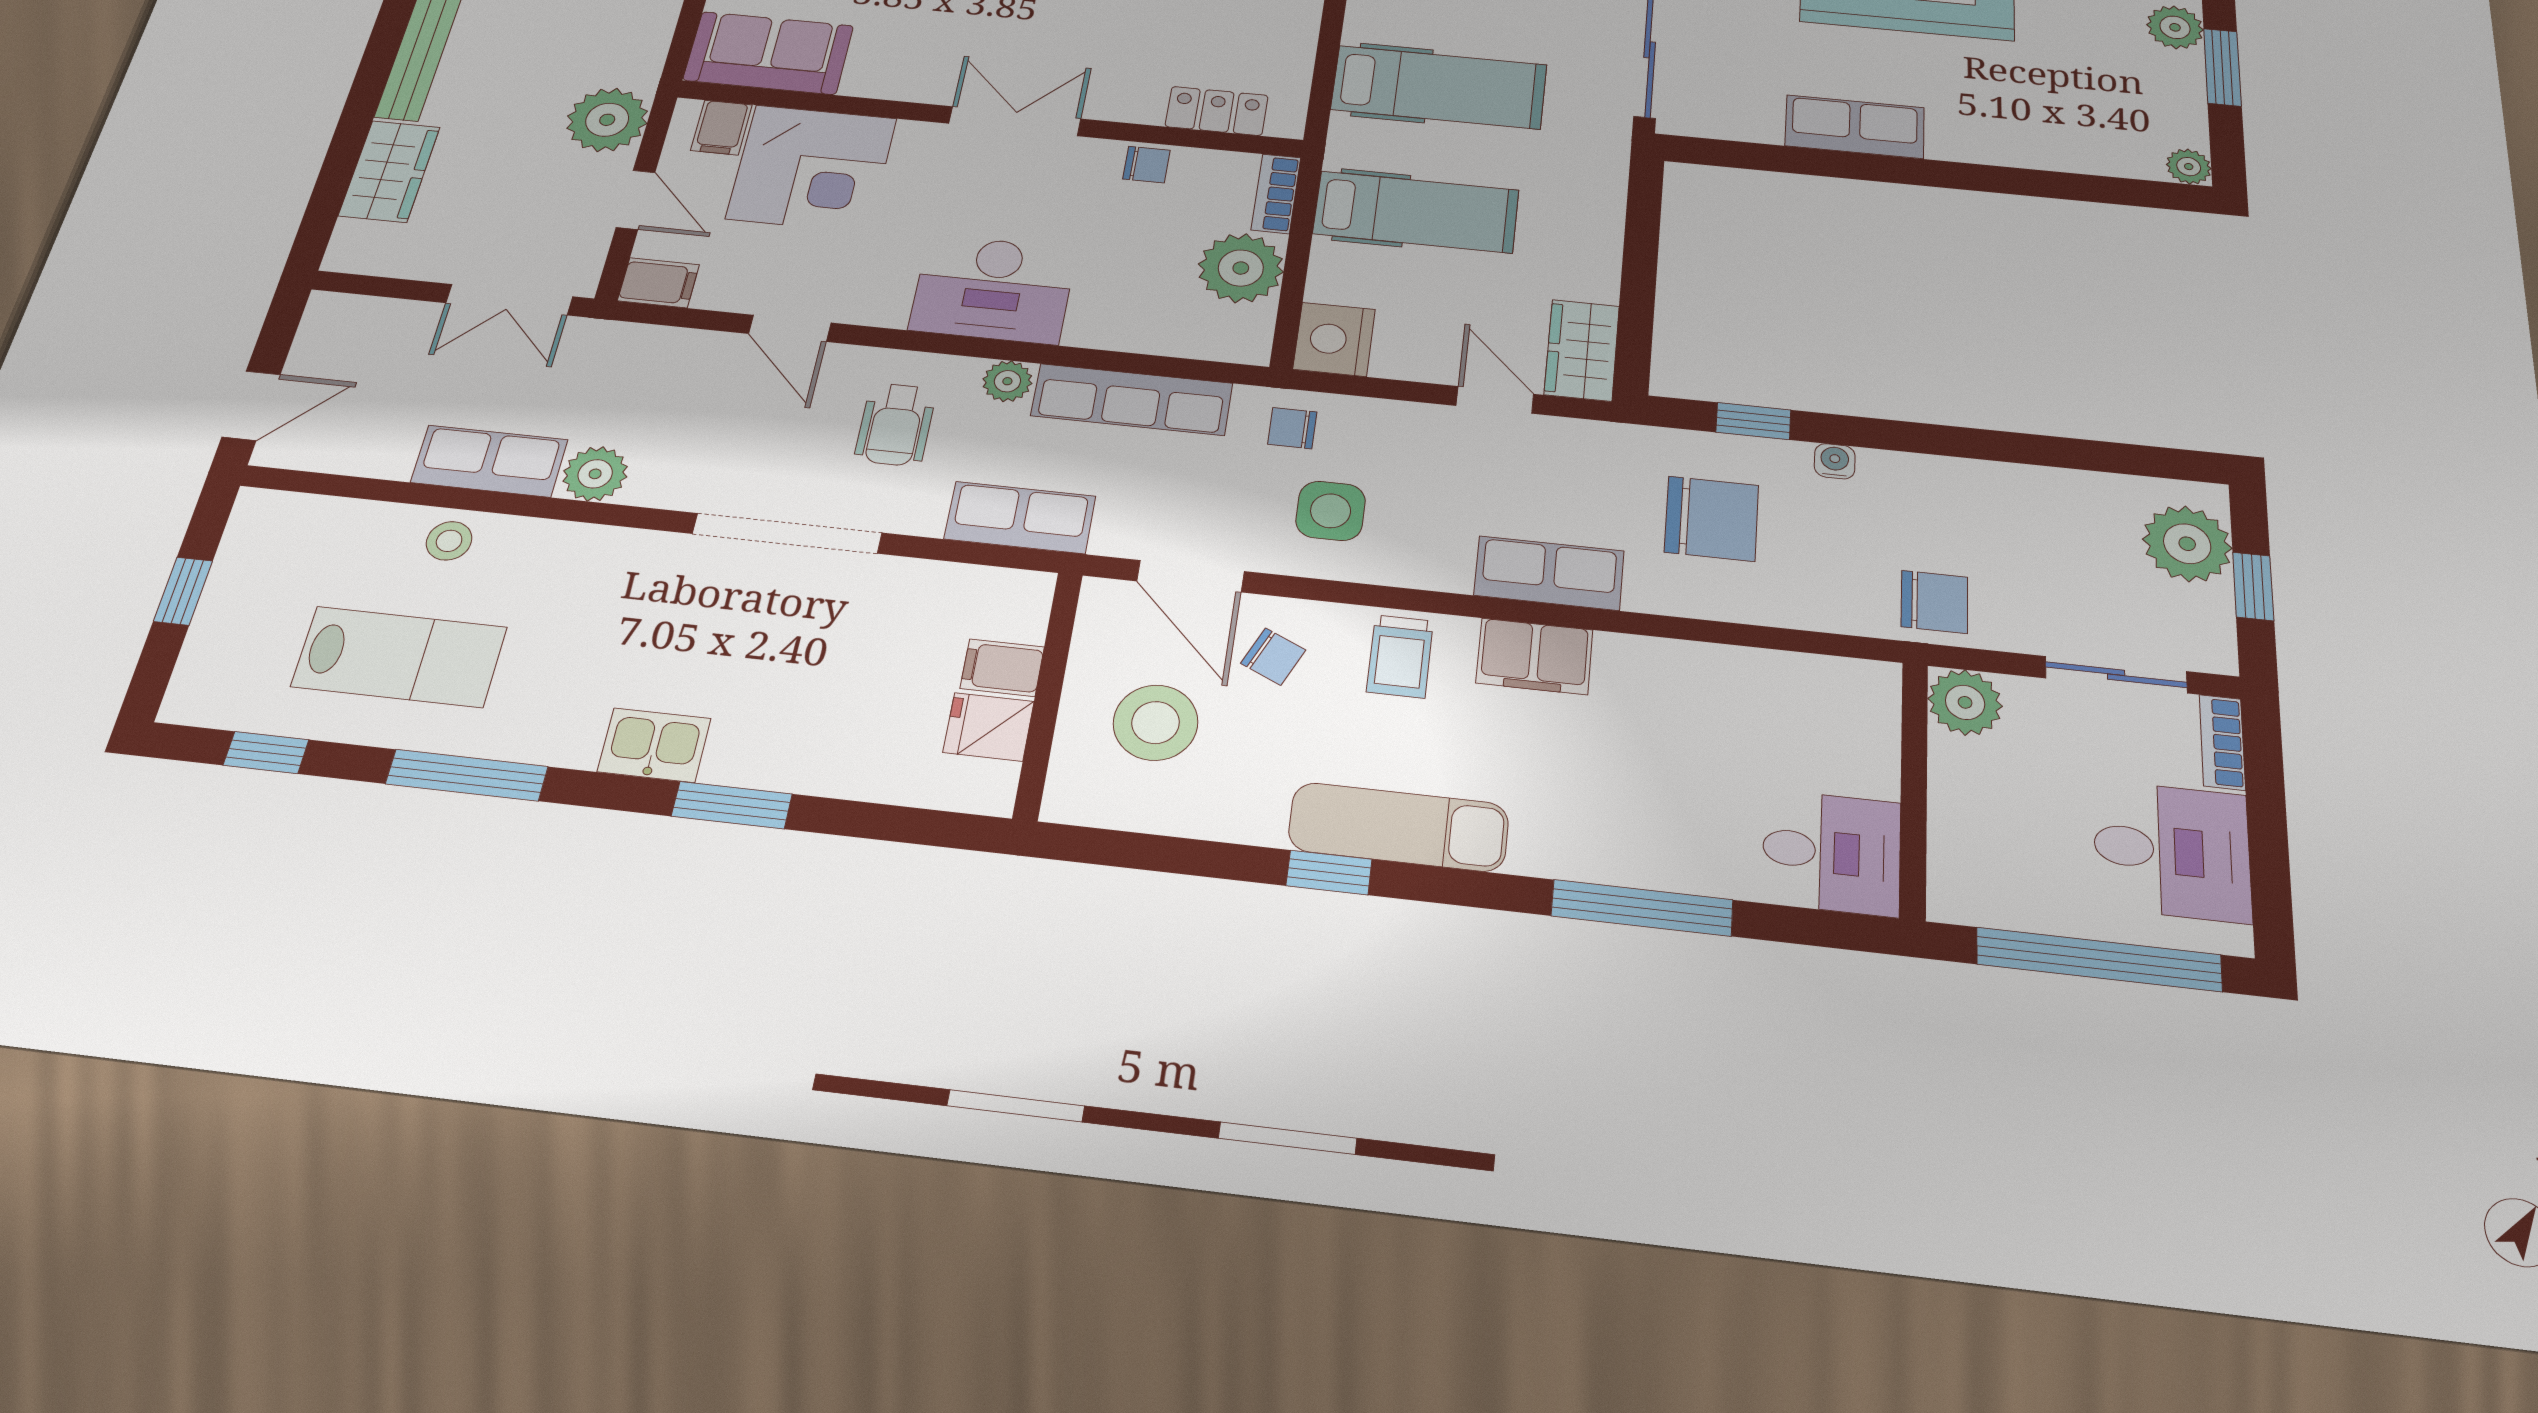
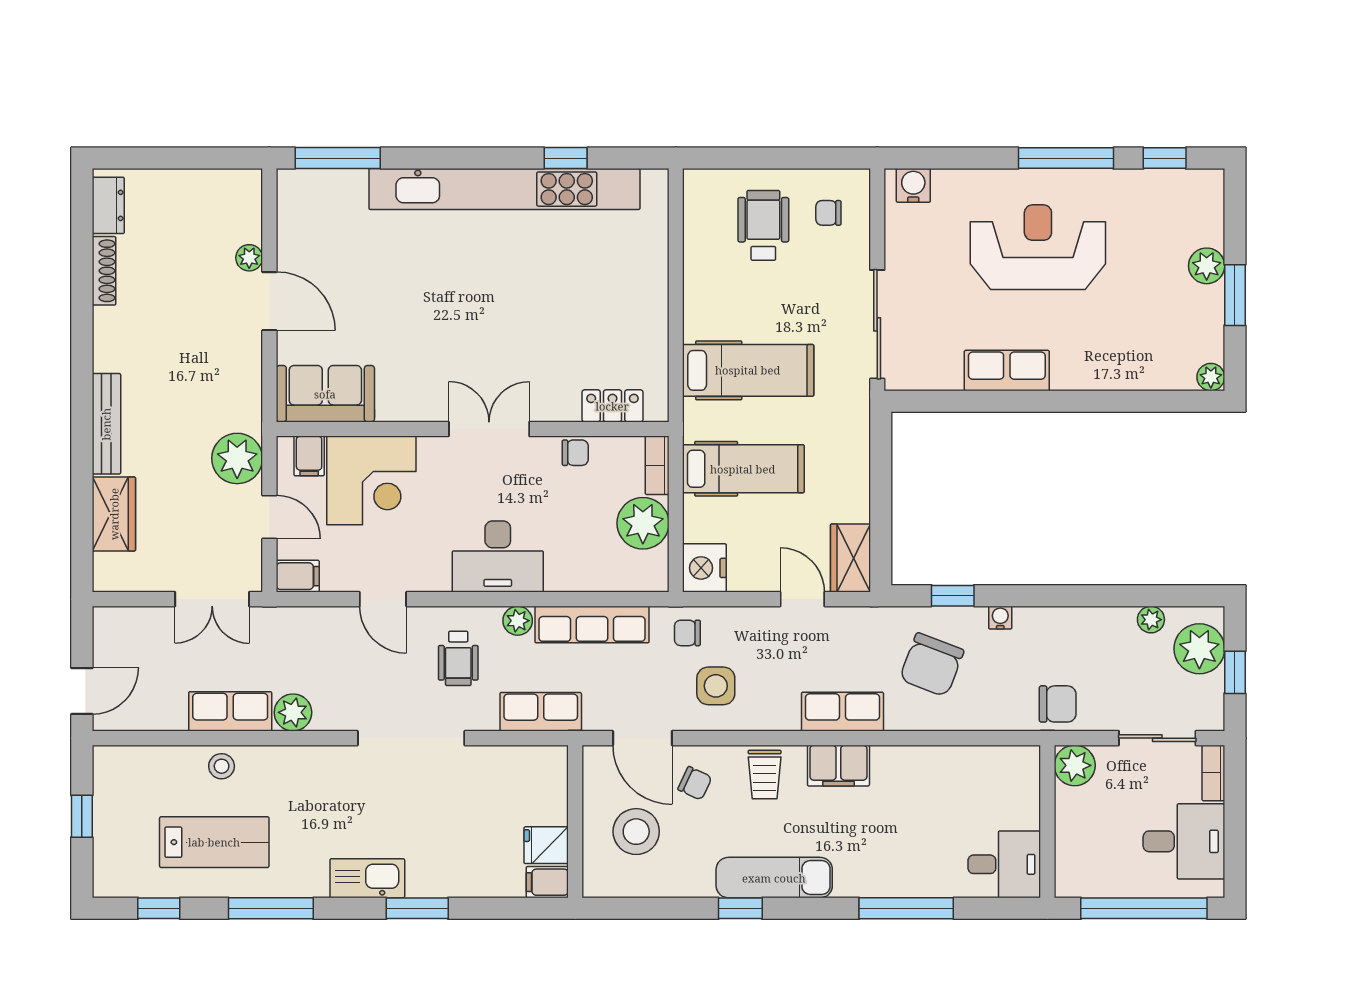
plant: (2099, 491) -> (1151, 620), added
chair: (1712, 519) -> (932, 665), turned 111
filing cabinet: (1002, 668) -> (547, 882), moved
kitchen sink: (654, 745) -> (367, 878), width x1.38

